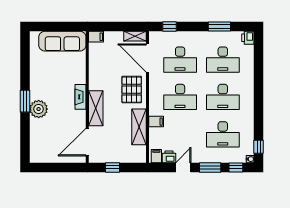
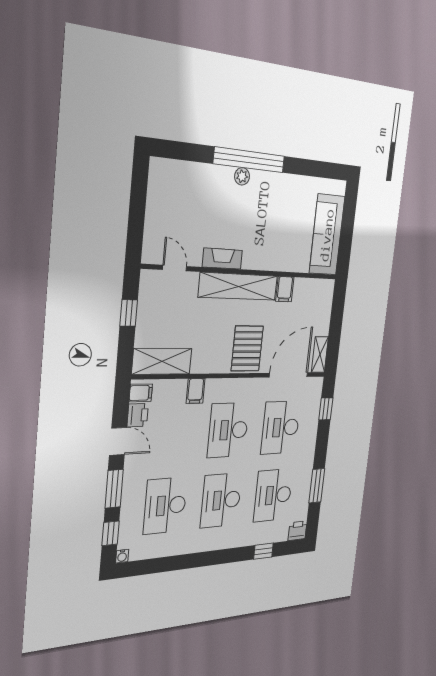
filing cabinet: (96, 37) -> (285, 289), moved
pallet: (132, 90) -> (247, 348), turned 90
fireplace: (81, 97) -> (222, 259), moved
window: (25, 101) -> (249, 160), width x2.11
shelving: (96, 108) -> (238, 286), width x1.47
plant: (39, 109) -> (242, 176), width x0.53, depth x0.53
shelving: (139, 127) -> (162, 361), moved
door: (87, 142) -> (175, 268), width x0.53
window: (259, 147) -> (263, 551), moved

